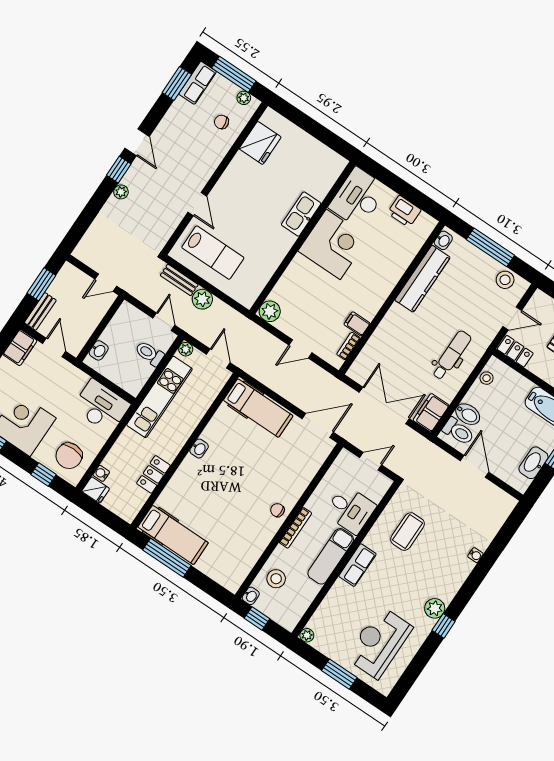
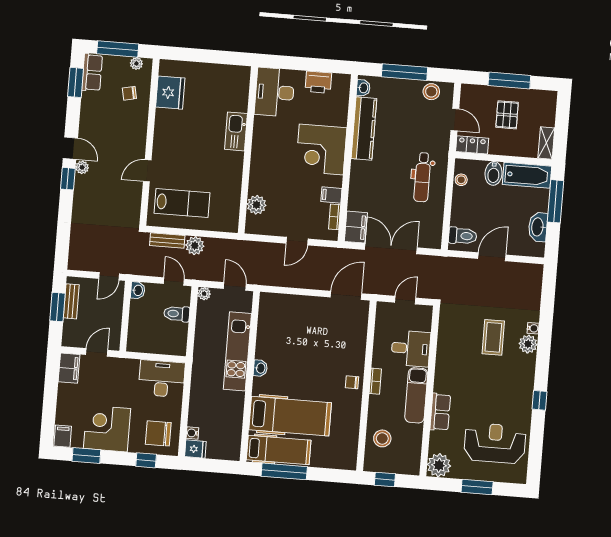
plant: (121, 192) -> (82, 167), moved
door: (197, 204) -> (147, 171), swing flipped
corner desk: (333, 244) -> (321, 150), moved, turned 180
bench: (40, 311) -> (71, 301), moved
plant: (270, 311) -> (257, 205), moved
door: (512, 318) -> (455, 120), hinge flipped
door: (54, 347) -> (97, 352), hinge flipped
washbasin: (99, 350) -> (138, 290), moved
dental chair: (452, 355) -> (422, 177), turned 180
kitchen unit: (159, 397) -> (237, 351), moved, turned 180
hospital bed: (258, 408) -> (290, 416), moved, width x1.37, depth x1.29
filing cabinet: (431, 413) -> (356, 227), moved, turned 180
bidet: (468, 414) -> (494, 173), moved, turned 90
chair: (69, 456) -> (158, 433), turned 90
door: (475, 466) -> (492, 257), hinge flipped
locker: (153, 474) -> (235, 410), removed
bookcase: (295, 528) -> (375, 381), width x0.64
coffee table: (408, 532) -> (493, 337), moved
row of seats: (357, 565) -> (440, 412), moved
washbasin: (251, 596) -> (369, 464), removed
plant: (435, 608) -> (528, 344), moved
plant: (307, 635) -> (439, 465), width x1.88, depth x1.88
reception desk: (379, 642) -> (495, 443), turned 90

